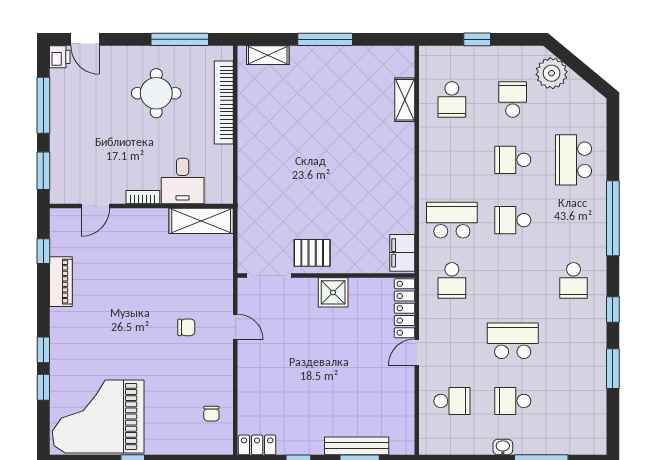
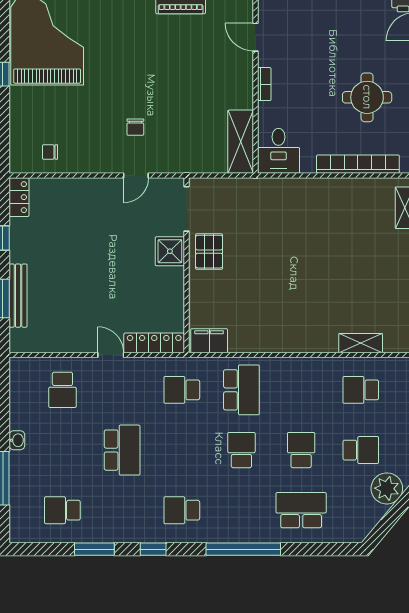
desk: (183, 181) -> (278, 151), moved, turned -90
shower: (333, 292) -> (170, 251), moved
school desk: (513, 401) -> (62, 510), moved, turned -90

